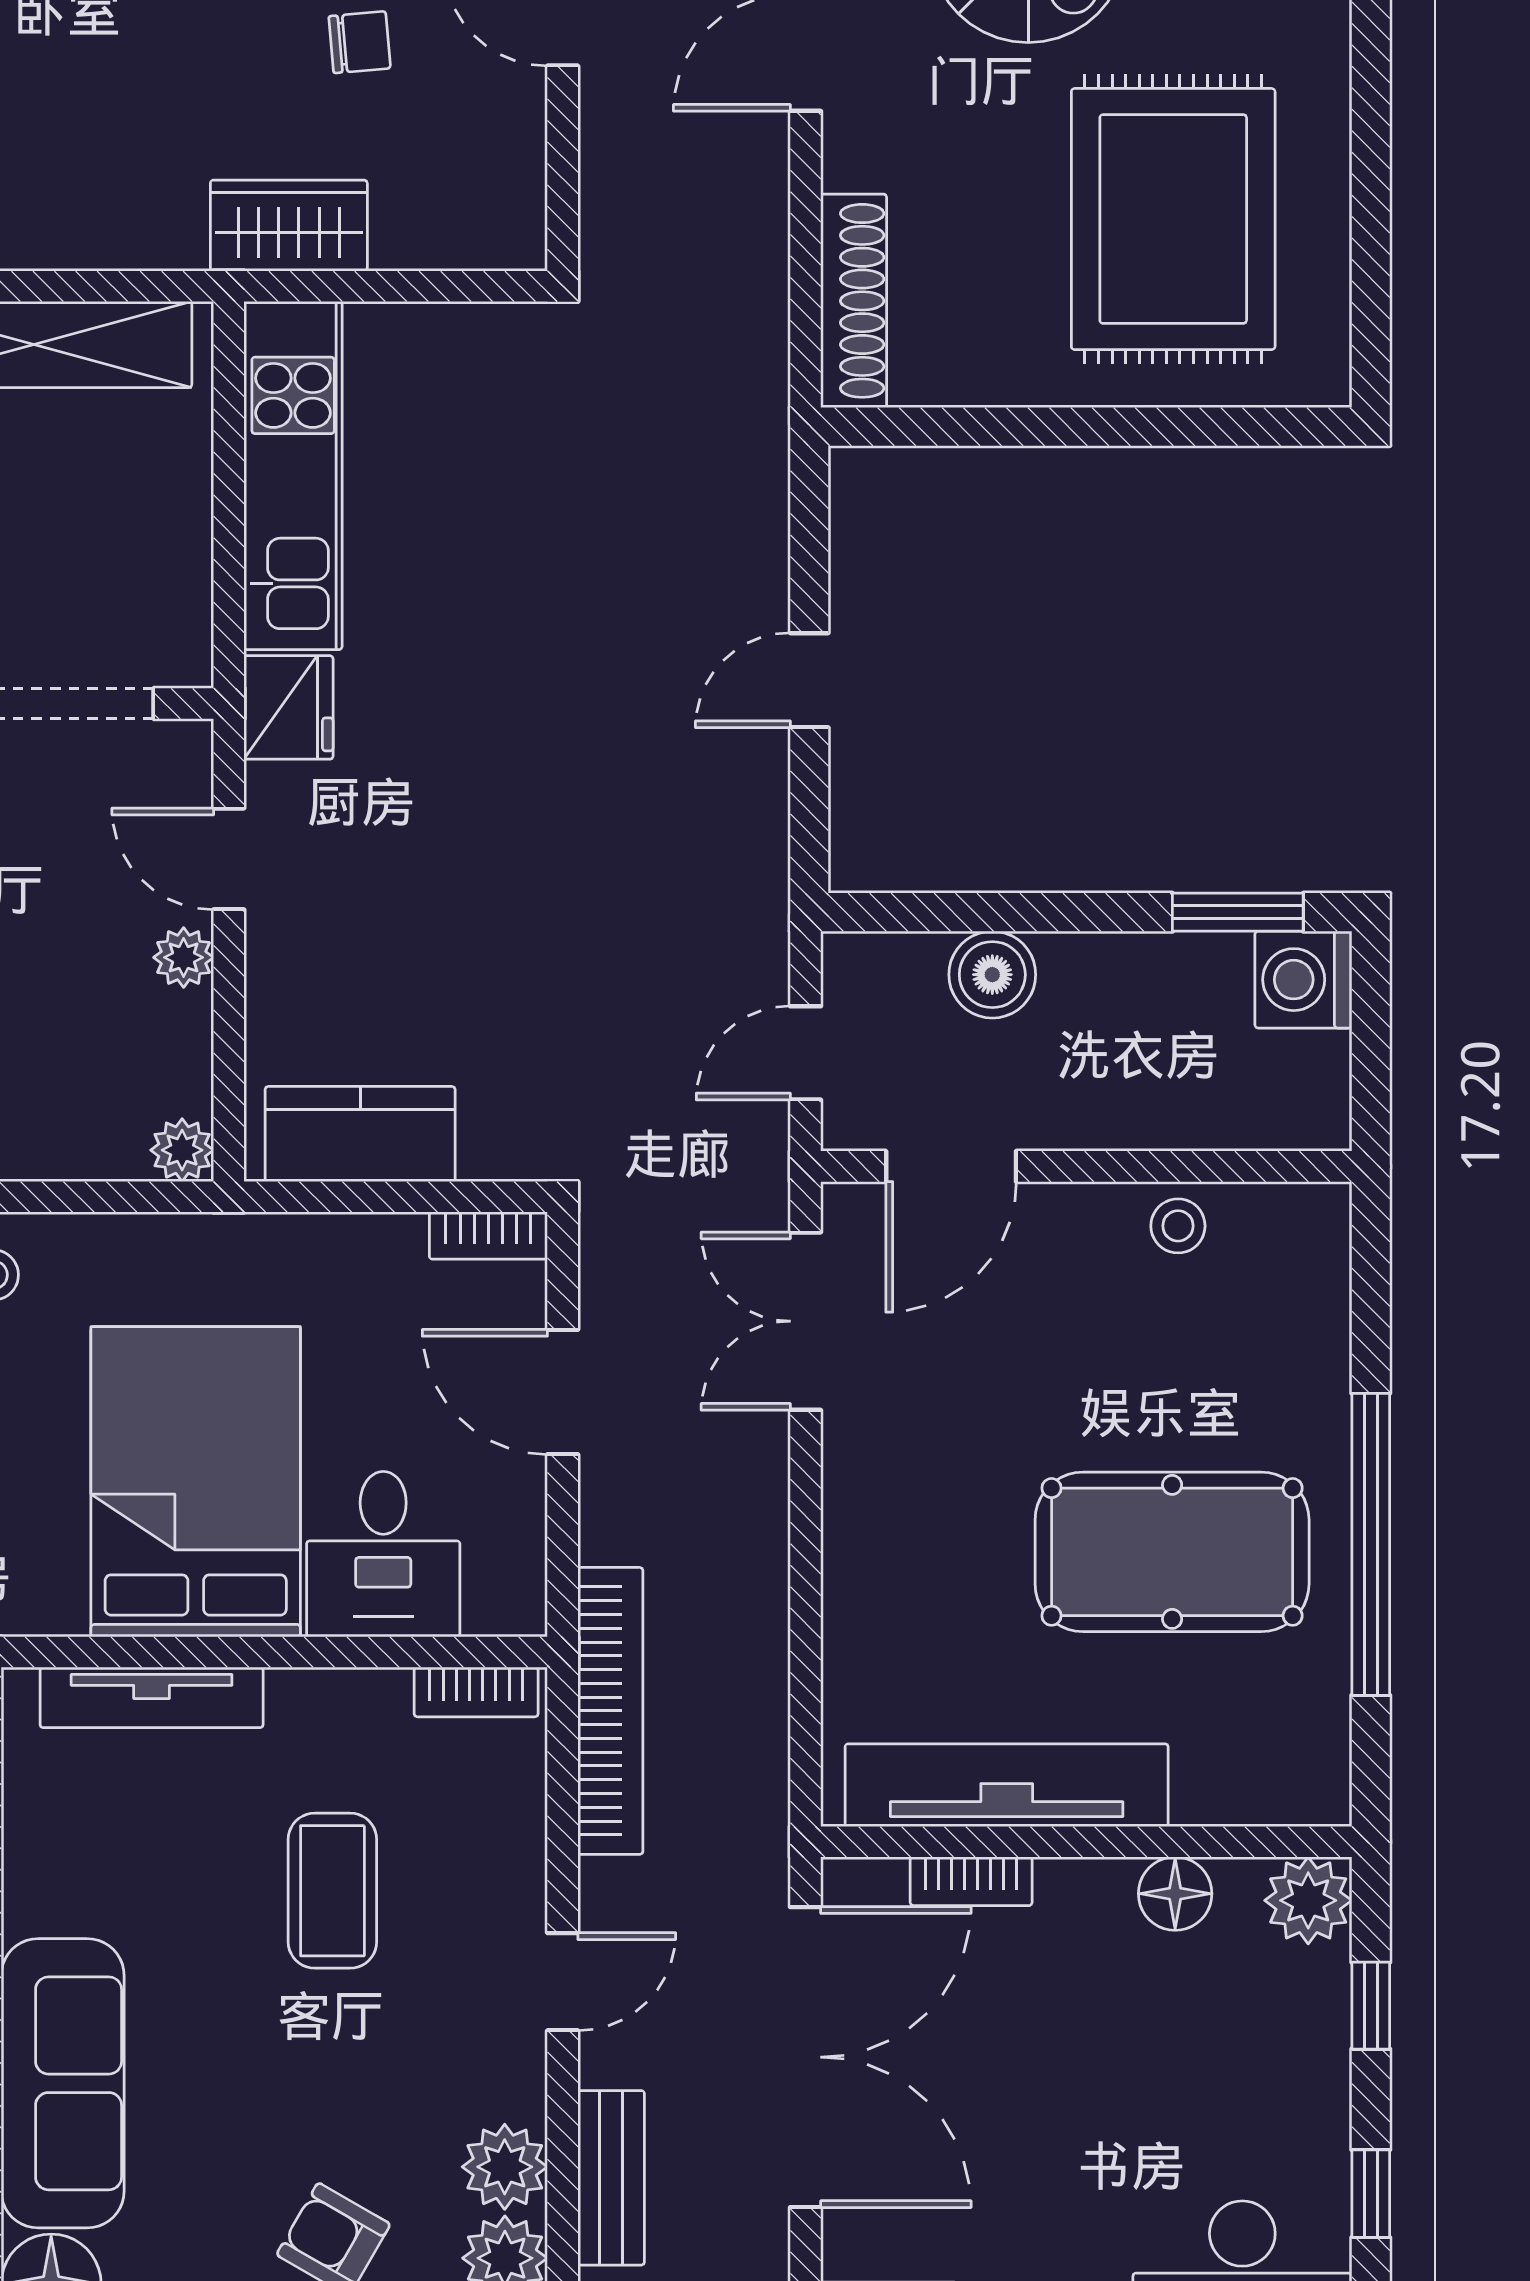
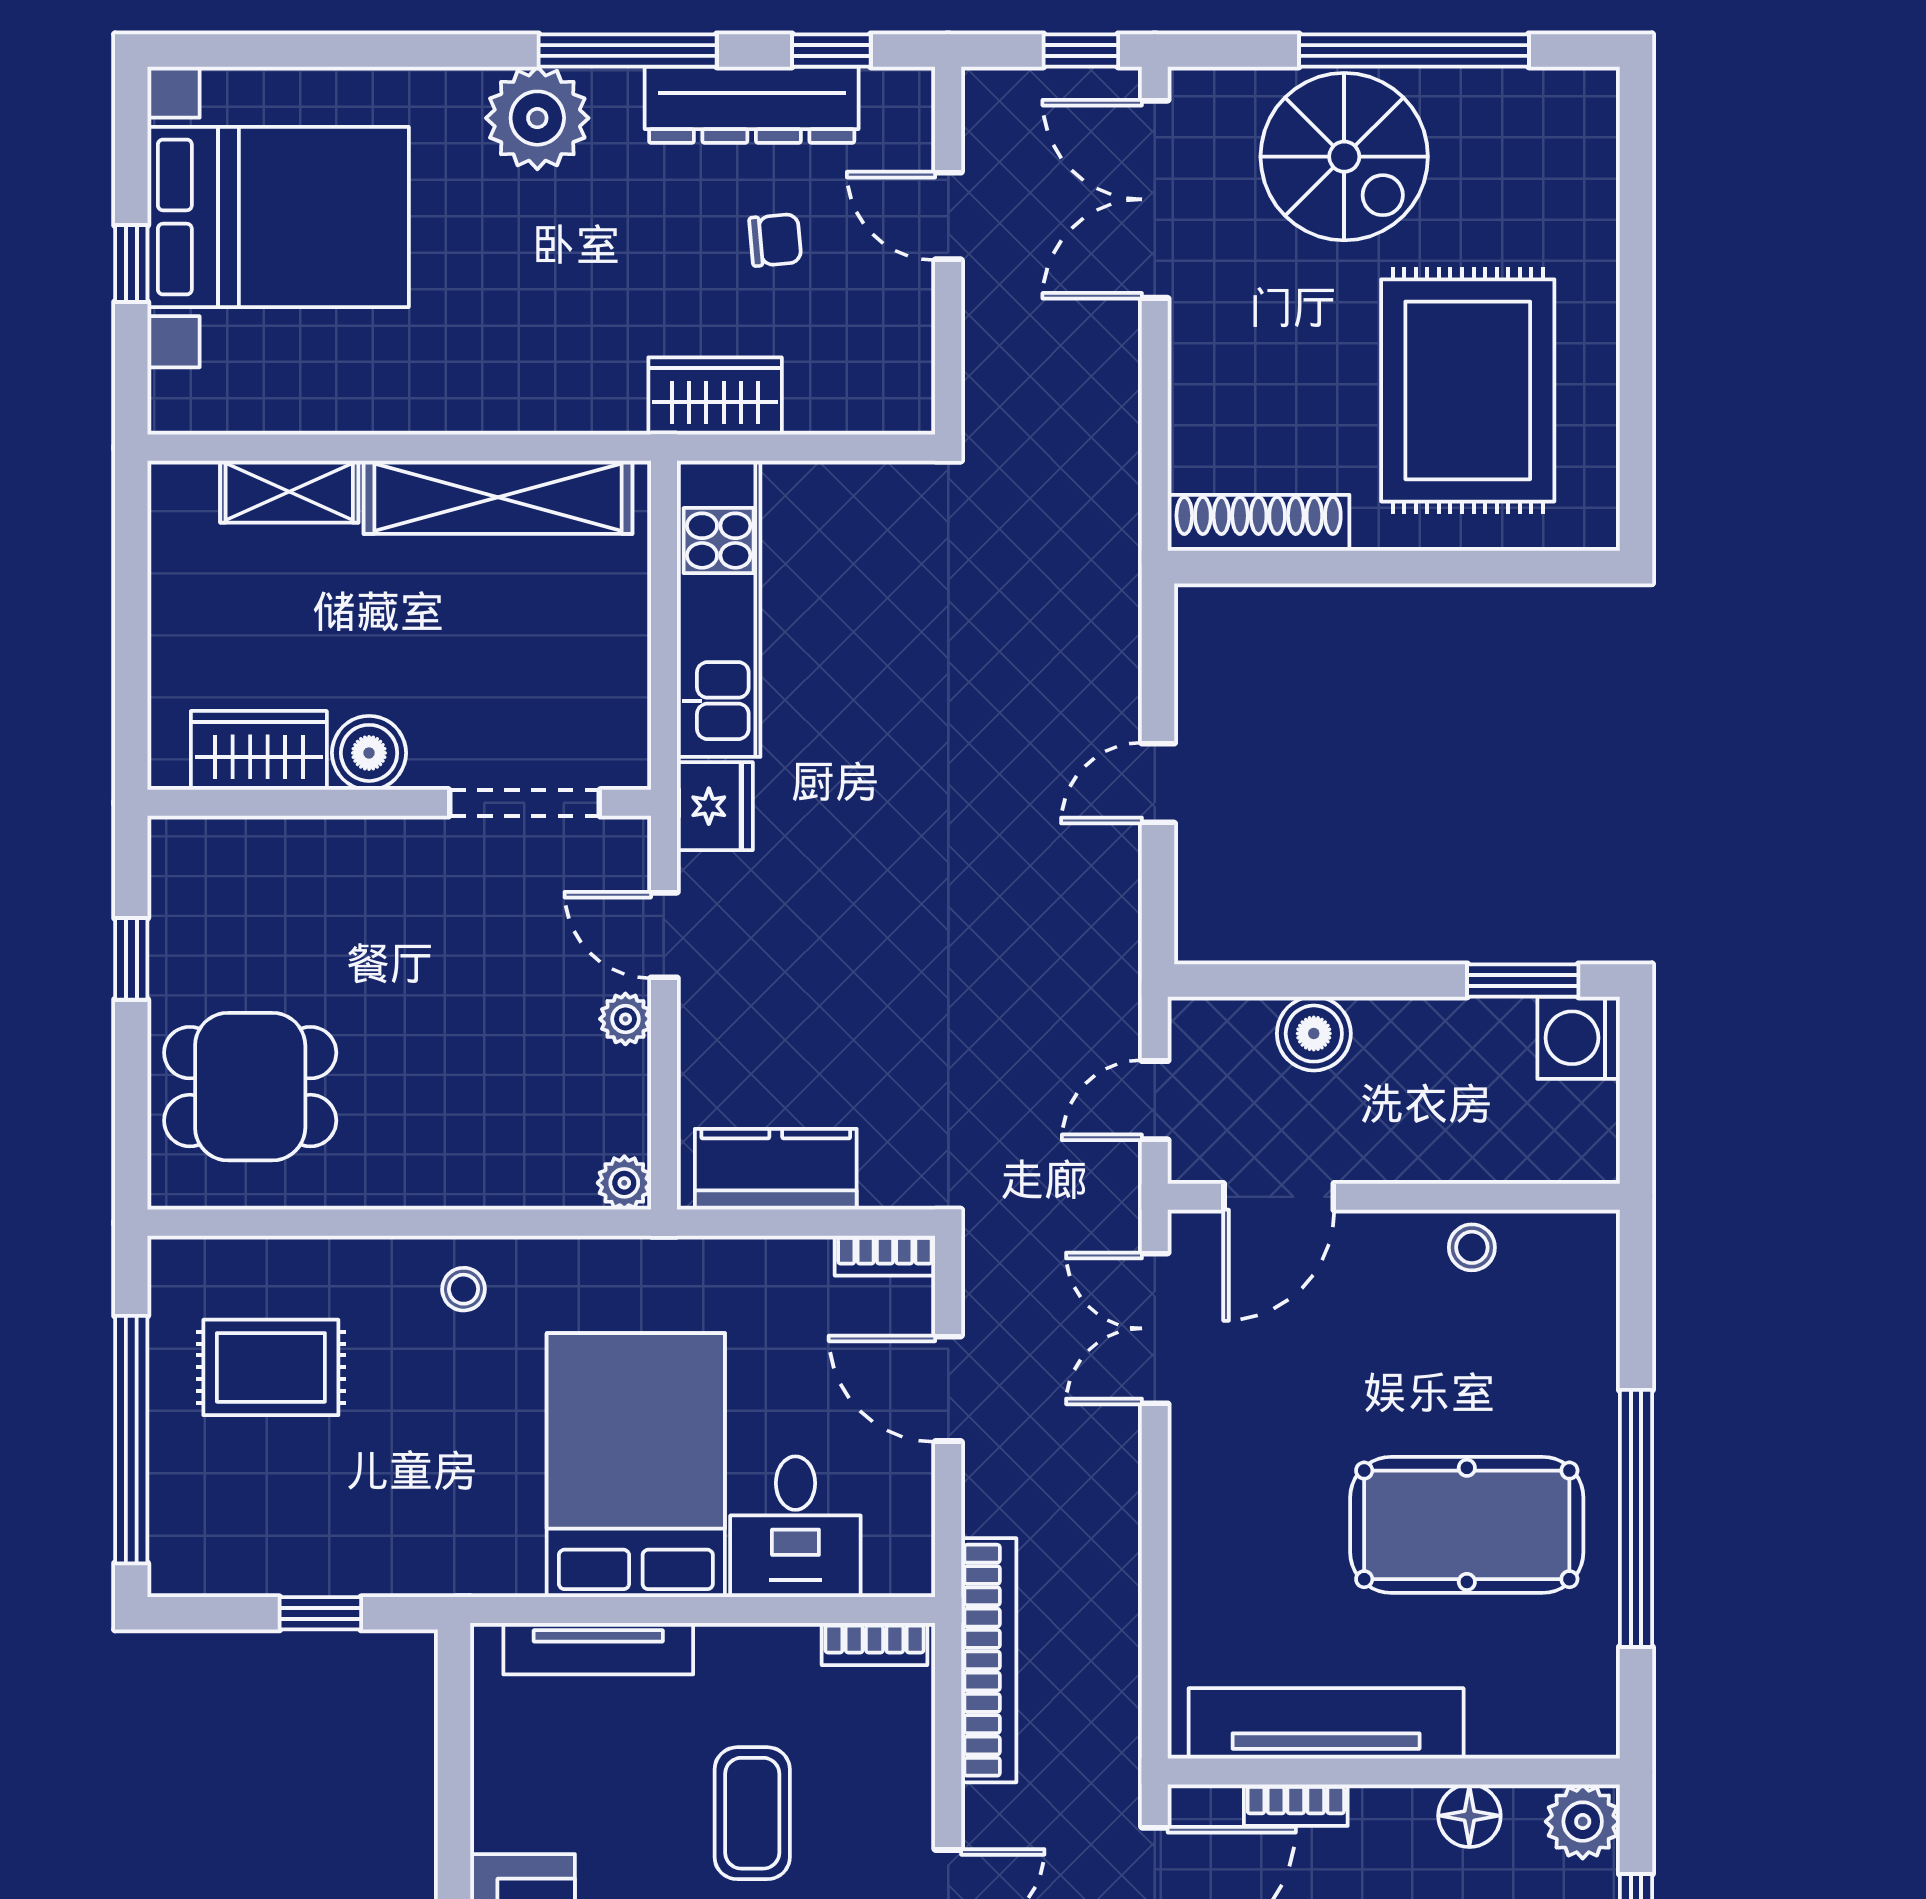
shoe rack: (854, 301) -> (1259, 523), moved, turned -90

